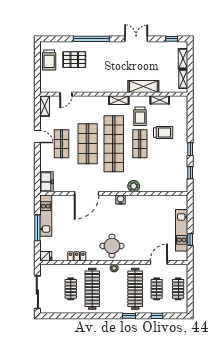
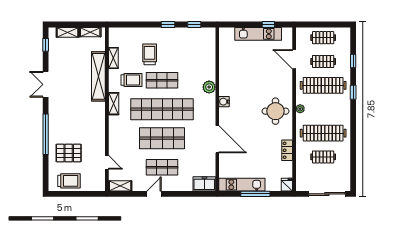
pallet: (74, 60) -> (69, 153), turned 90
shelving: (143, 86) -> (98, 76), width x1.47

